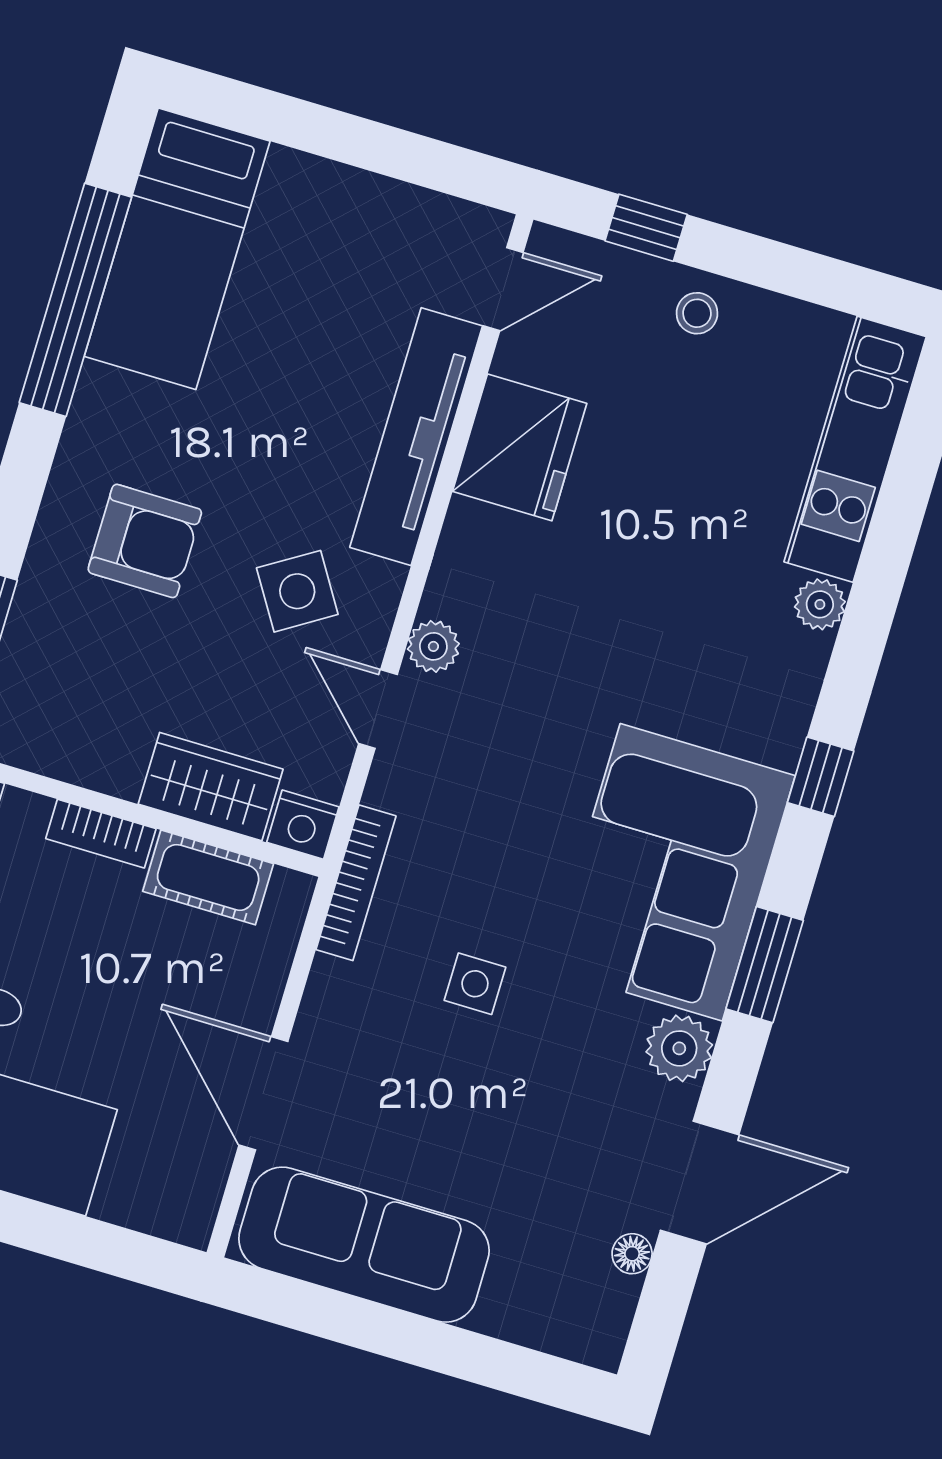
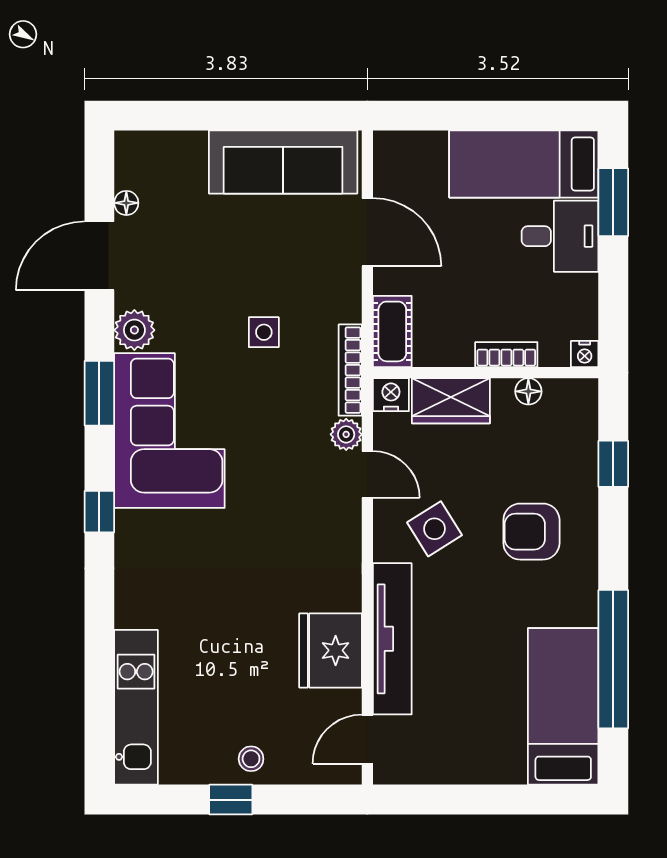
window: (646, 228) -> (231, 800), moved
plant: (820, 604) -> (130, 611), removed
plant: (433, 646) -> (346, 434), moved
floor lamp: (83, 765) -> (528, 391), added
cot: (208, 877) -> (392, 331), moved, turned 90

